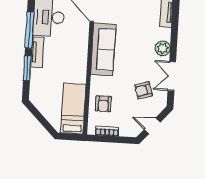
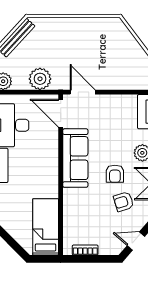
armchair: (103, 104) -> (115, 174), moved

